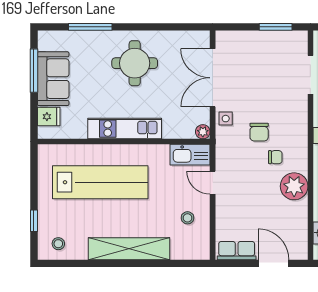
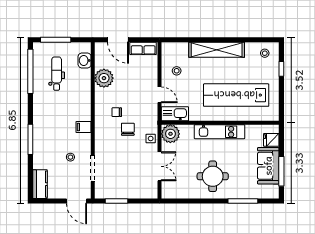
double door: (213, 78) -> (160, 166), width x0.73
plant: (203, 132) -> (170, 134), width x1.88, depth x1.88
plant: (294, 186) -> (104, 78), moved

